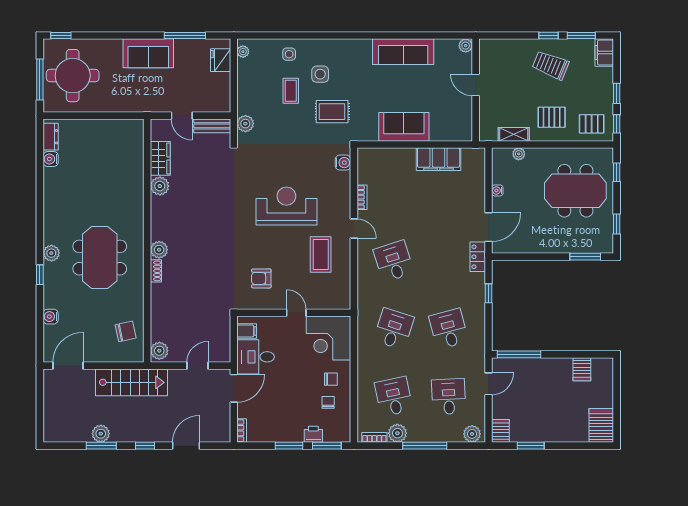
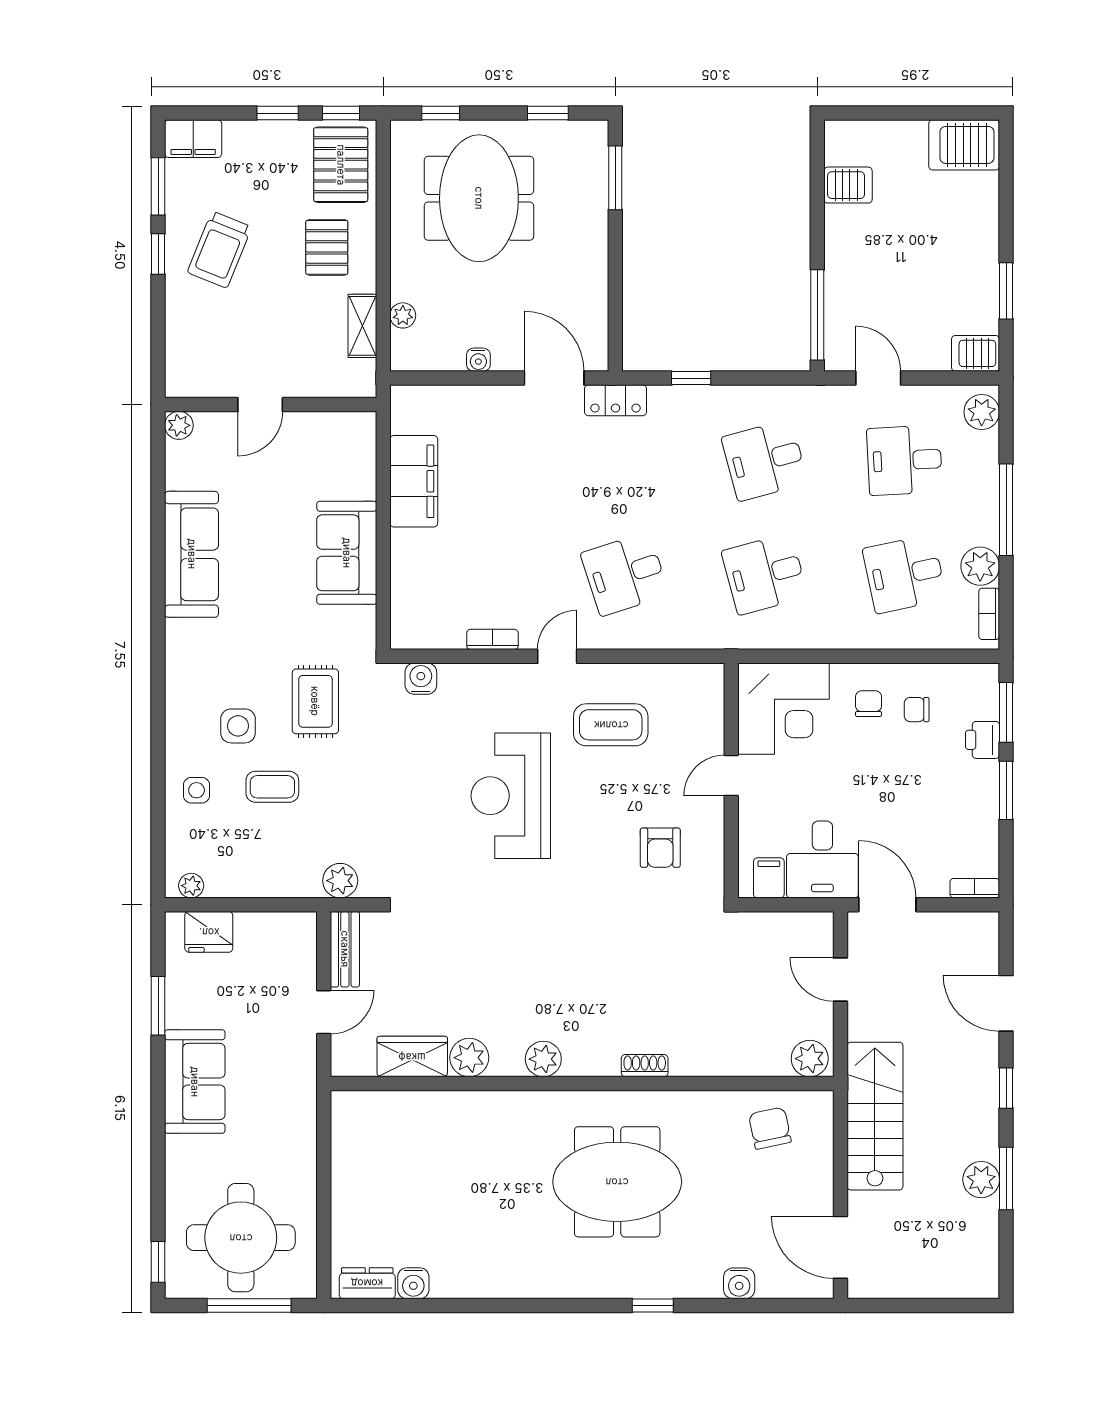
window: (185, 36) -> (158, 1006), width x0.69
pallet: (592, 124) -> (341, 165), width x1.50, depth x1.42
plant: (159, 250) -> (543, 1059), moved
plant: (51, 253) -> (608, 1282), removed
desk: (394, 329) -> (765, 574), turned -33

